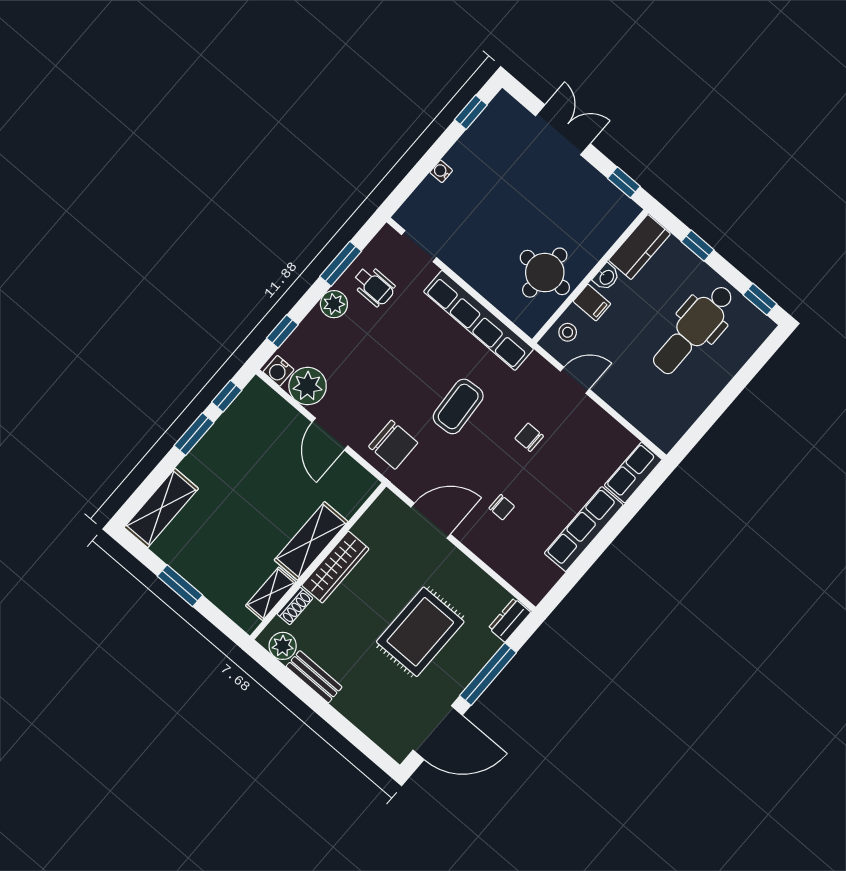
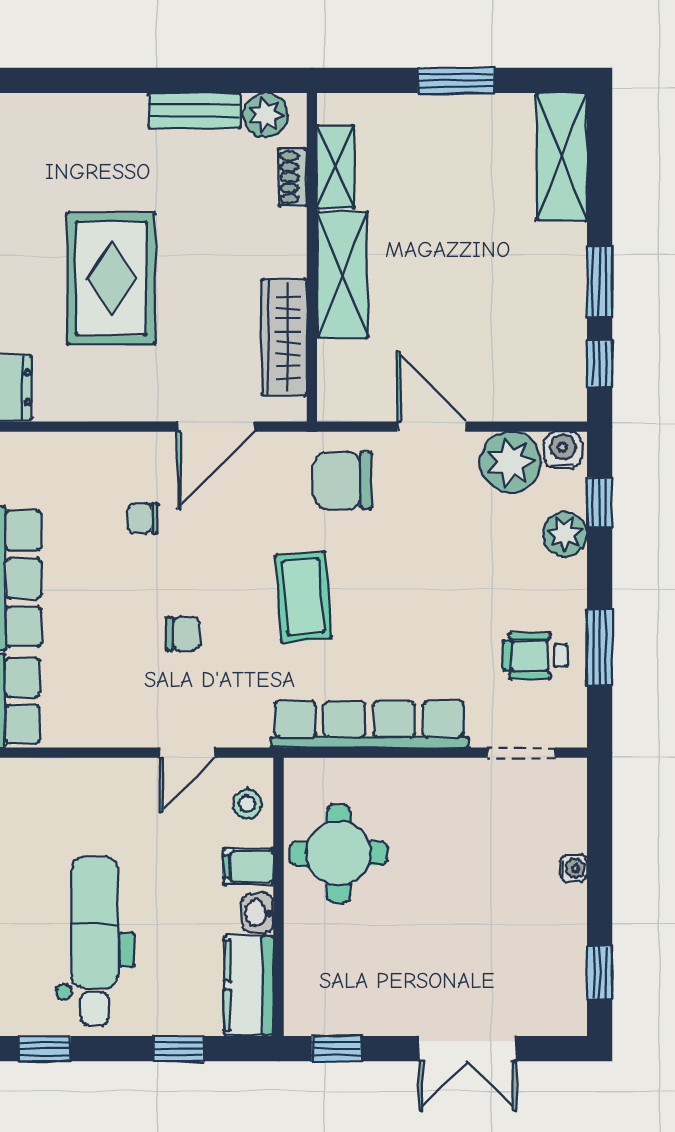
plant: (334, 304) -> (565, 534), moved
wardrobe: (335, 567) -> (284, 337), moved

